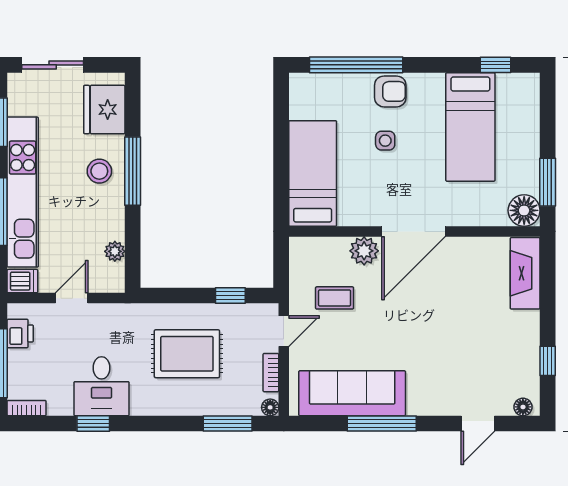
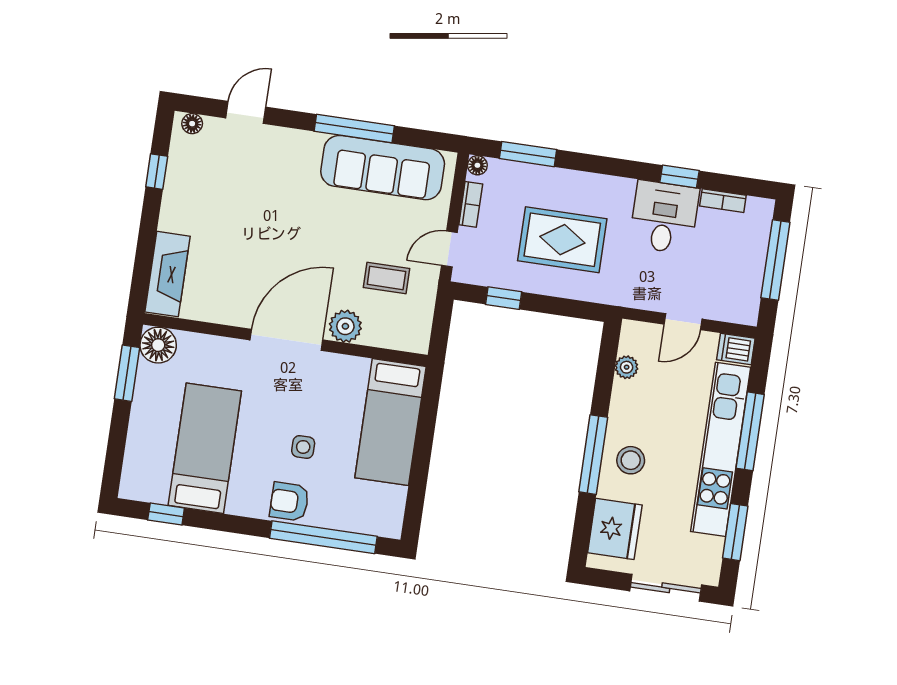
printer: (20, 333) -> (747, 290), removed
bookcase: (27, 408) -> (723, 201), moved

